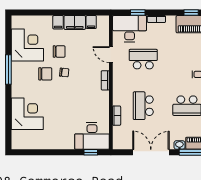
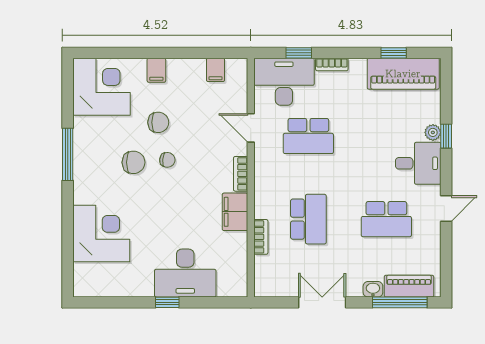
filing cabinet: (75, 22) -> (235, 212), moved, turned 90
corner desk: (27, 45) -> (102, 87), moved
school desk: (143, 59) -> (308, 136), turned 180
school desk: (143, 106) -> (308, 219), turned 180
desk: (92, 136) -> (185, 273), moved
window: (91, 152) -> (167, 302), moved
double door: (151, 152) -> (322, 302), width x0.73

